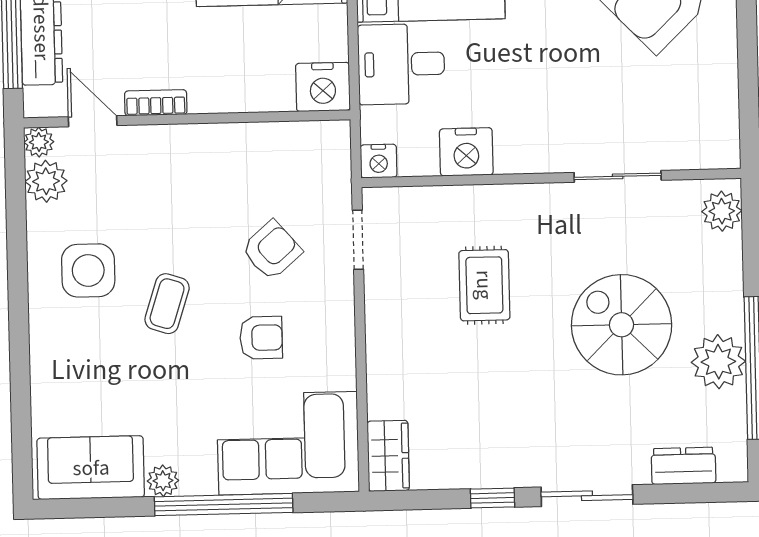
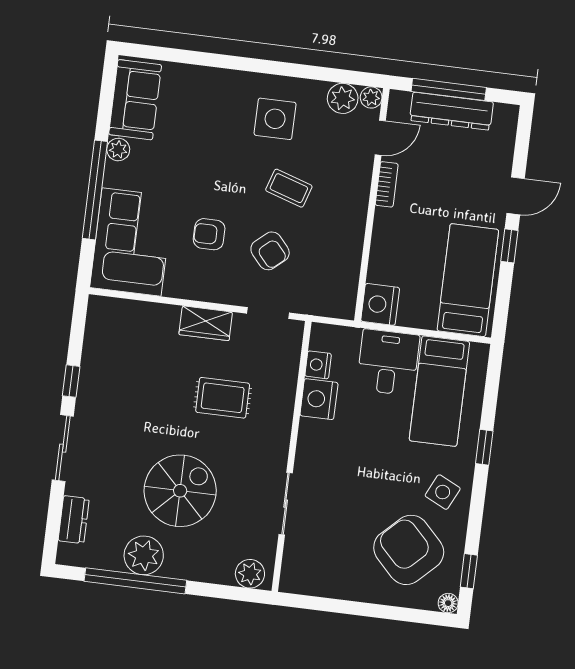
nightstand: (379, 161) -> (318, 365), moved
coffee table: (167, 304) -> (289, 188), moved
armchair: (261, 338) -> (209, 234), turned 90
wardrobe: (388, 456) -> (206, 323), moved

